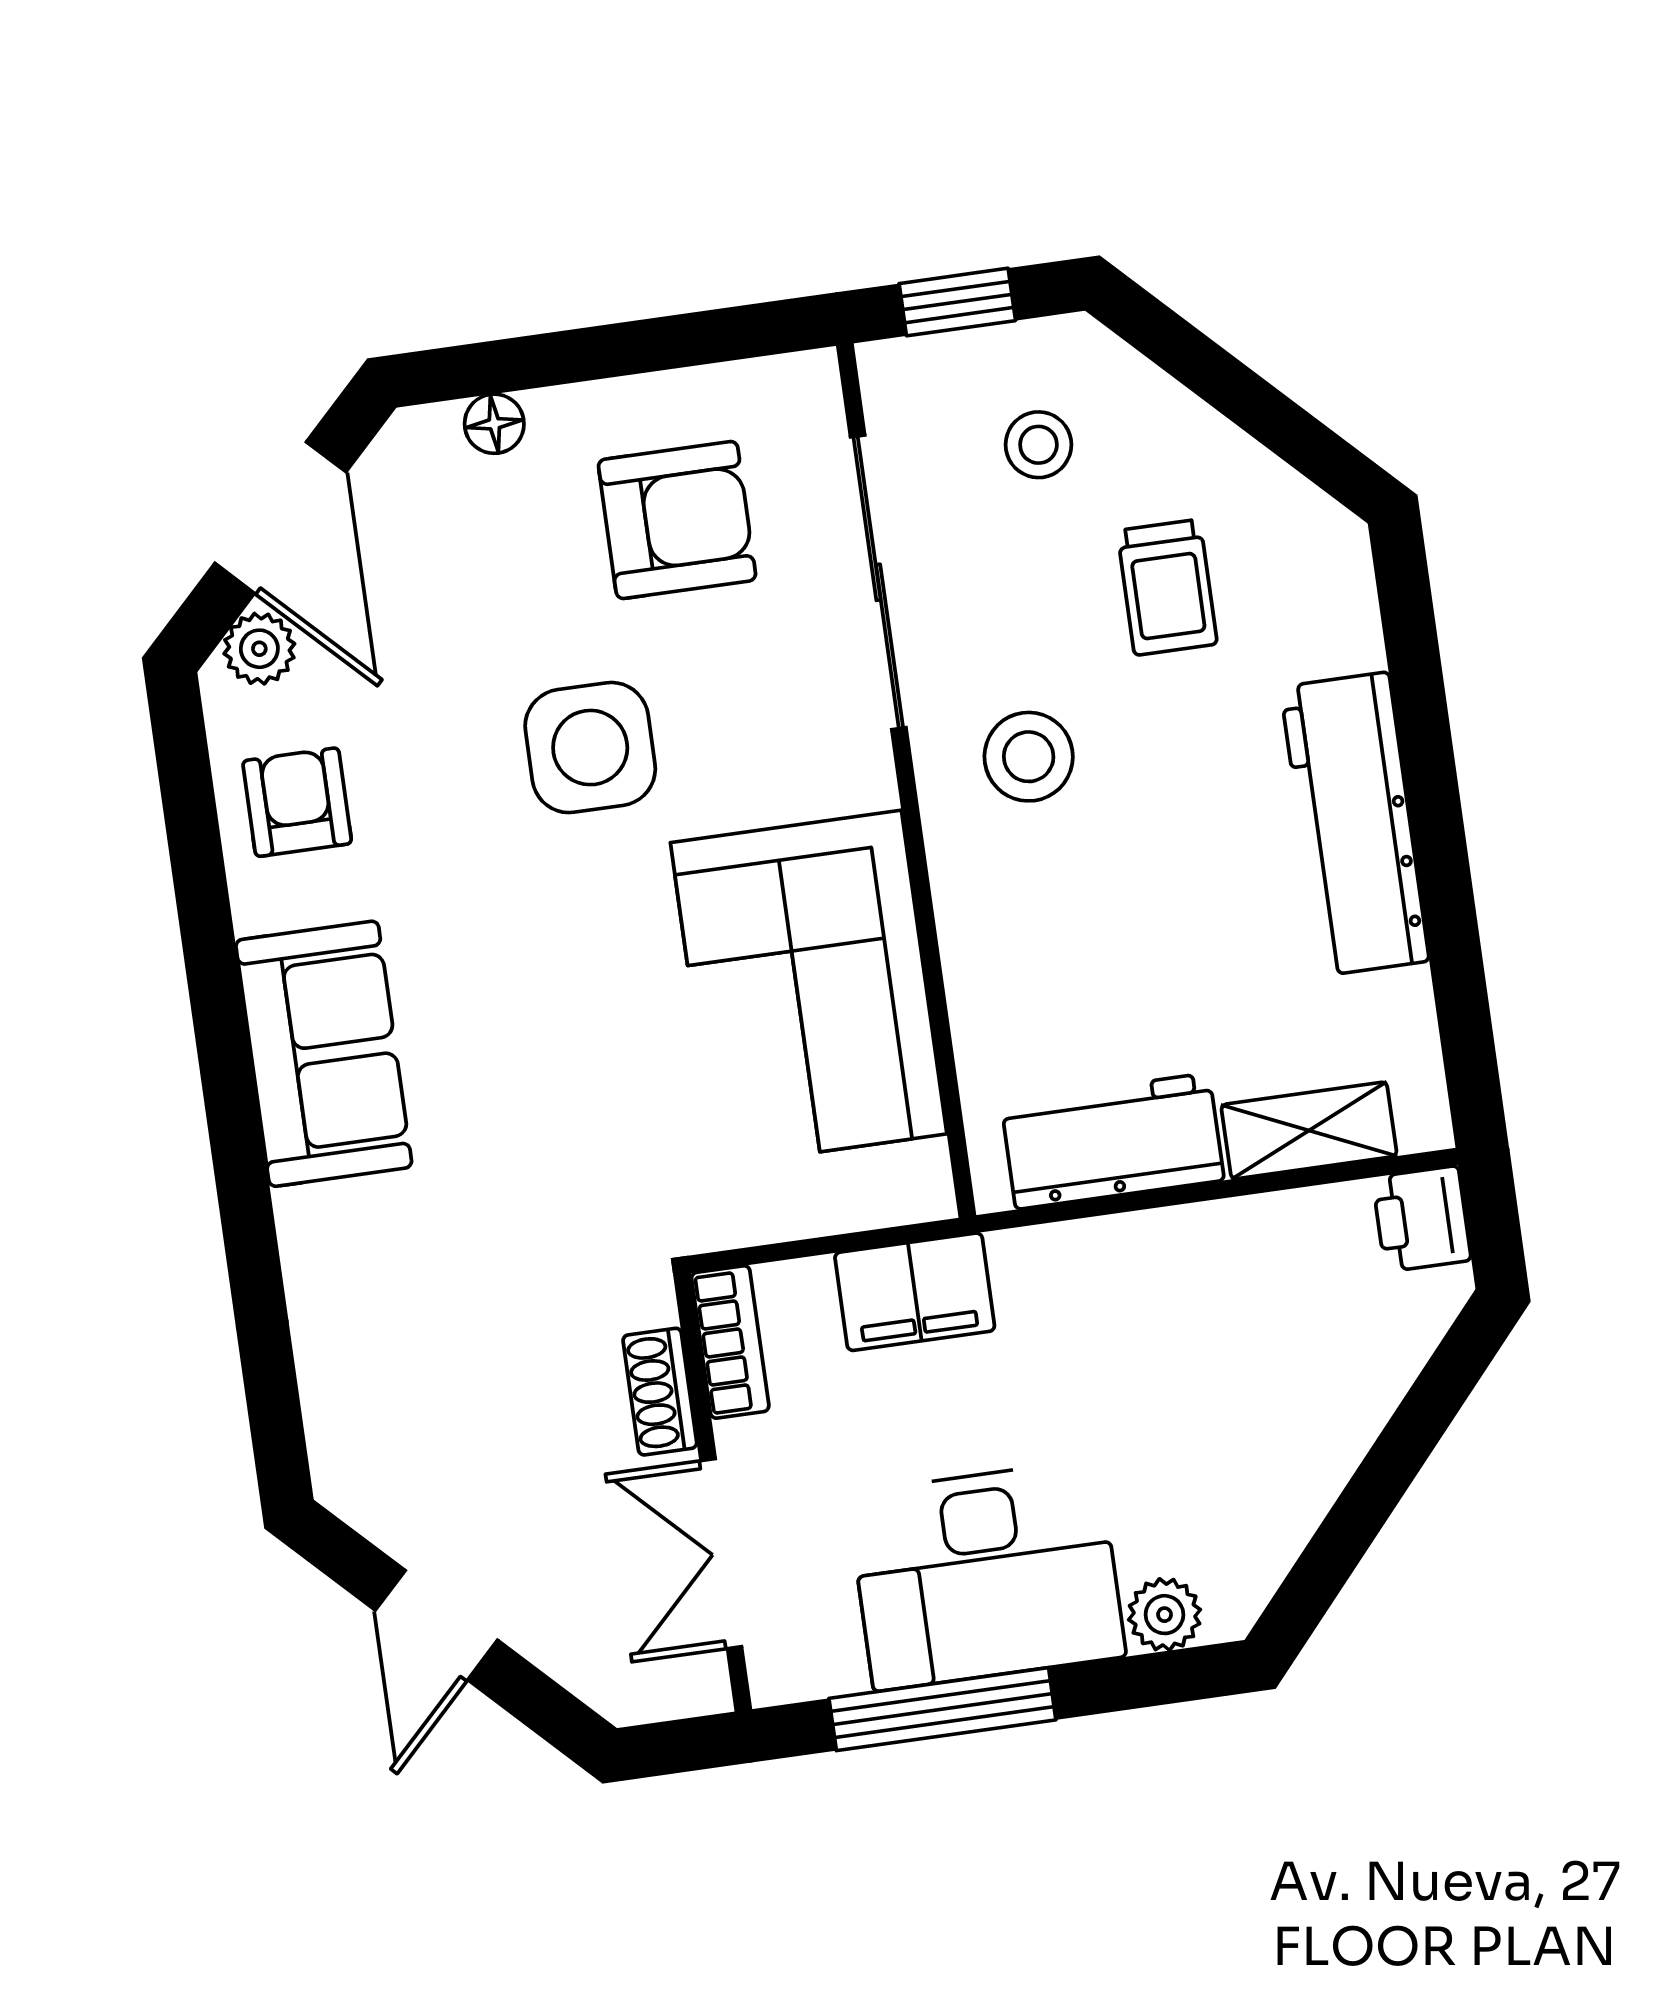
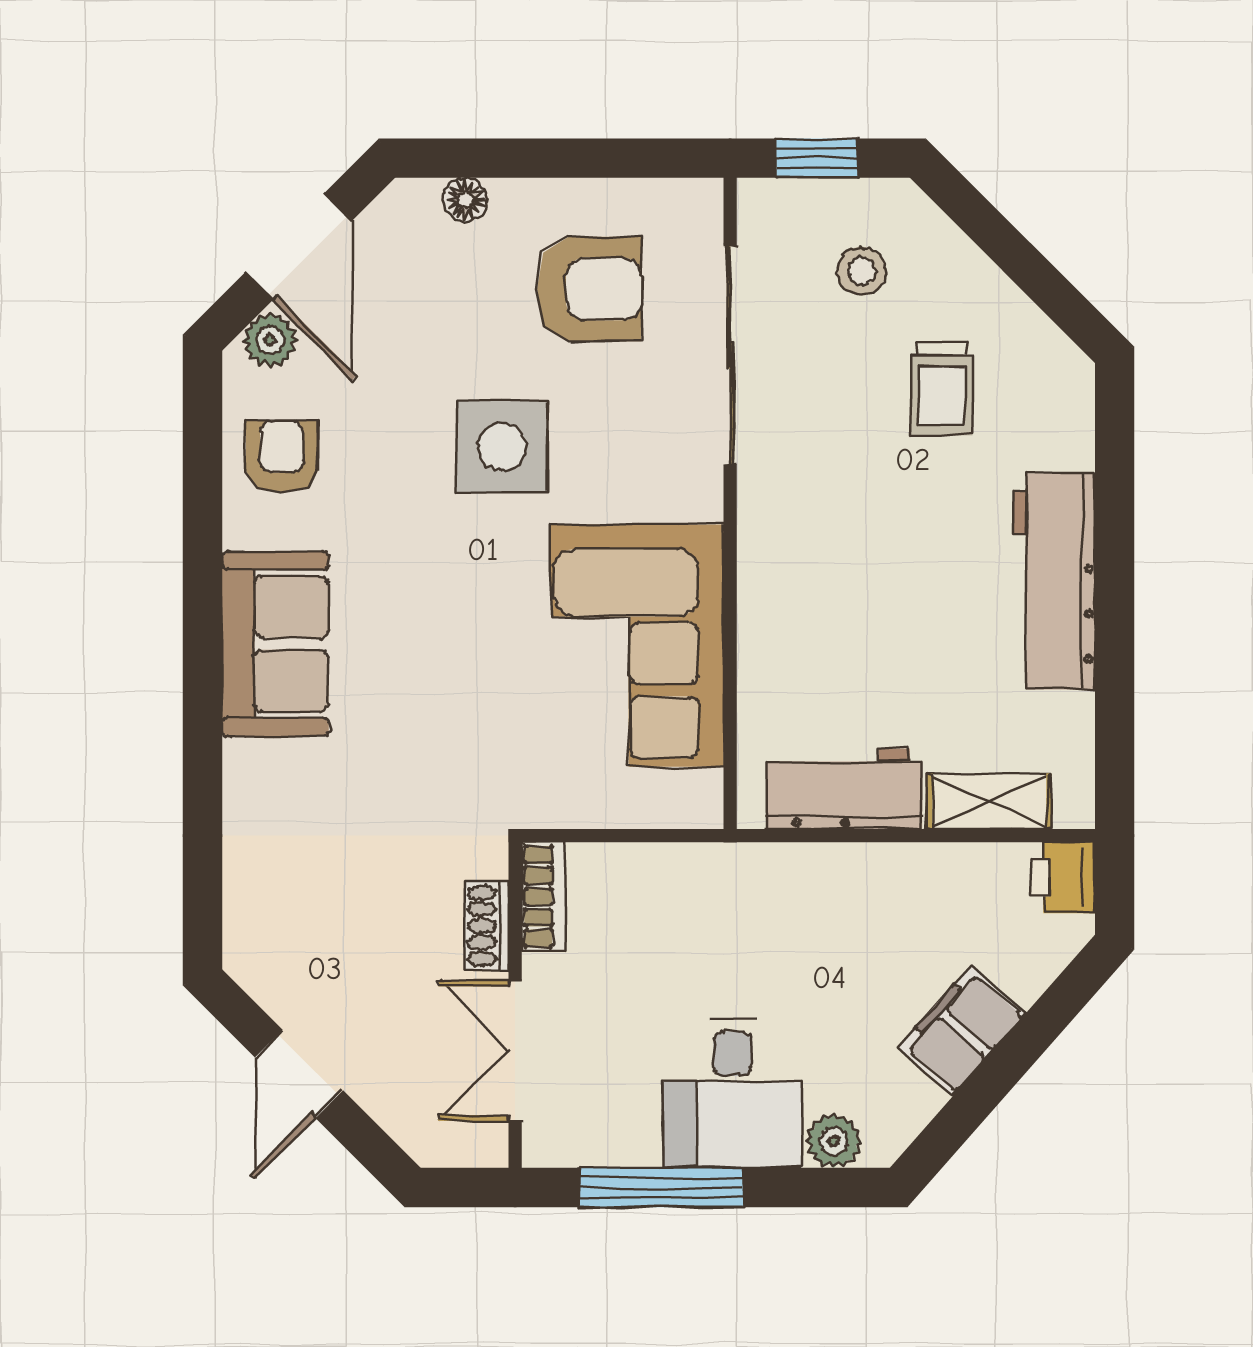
stool: (1029, 757) -> (822, 499), removed
filing cabinet: (915, 1292) -> (962, 1030), moved, turned 131
desk: (986, 1575) -> (733, 1094), width x0.73

